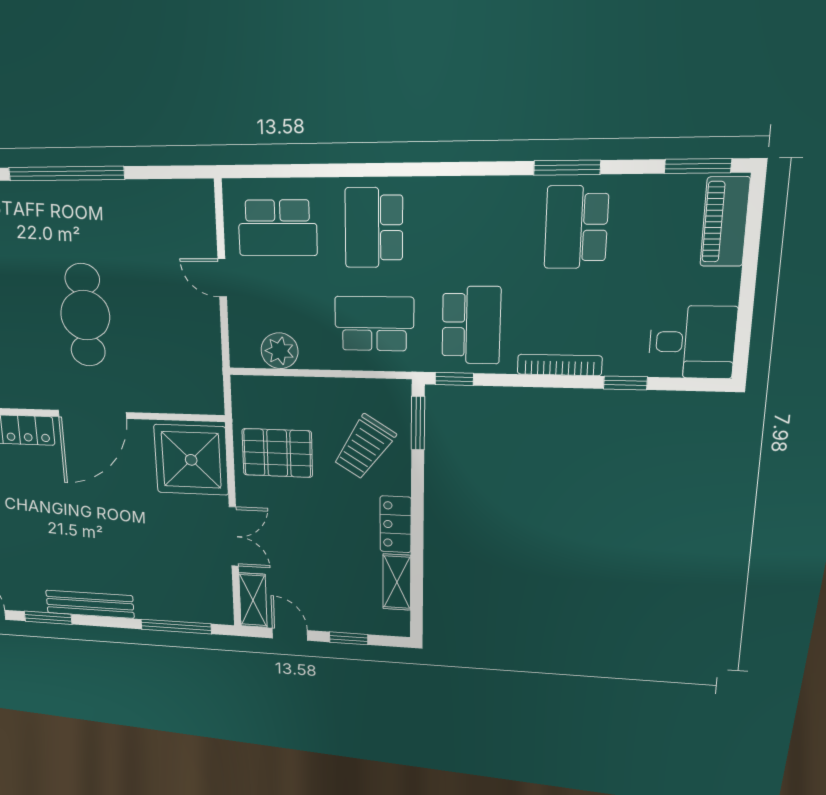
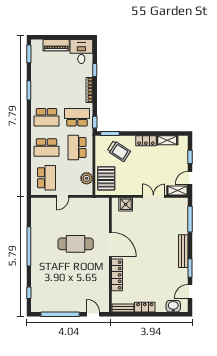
piano: (725, 222) -> (56, 45), moved
school desk: (576, 227) -> (46, 117), moved
pallet: (277, 453) -> (106, 178), moved
shower: (191, 460) -> (126, 204), width x0.54, depth x0.54

